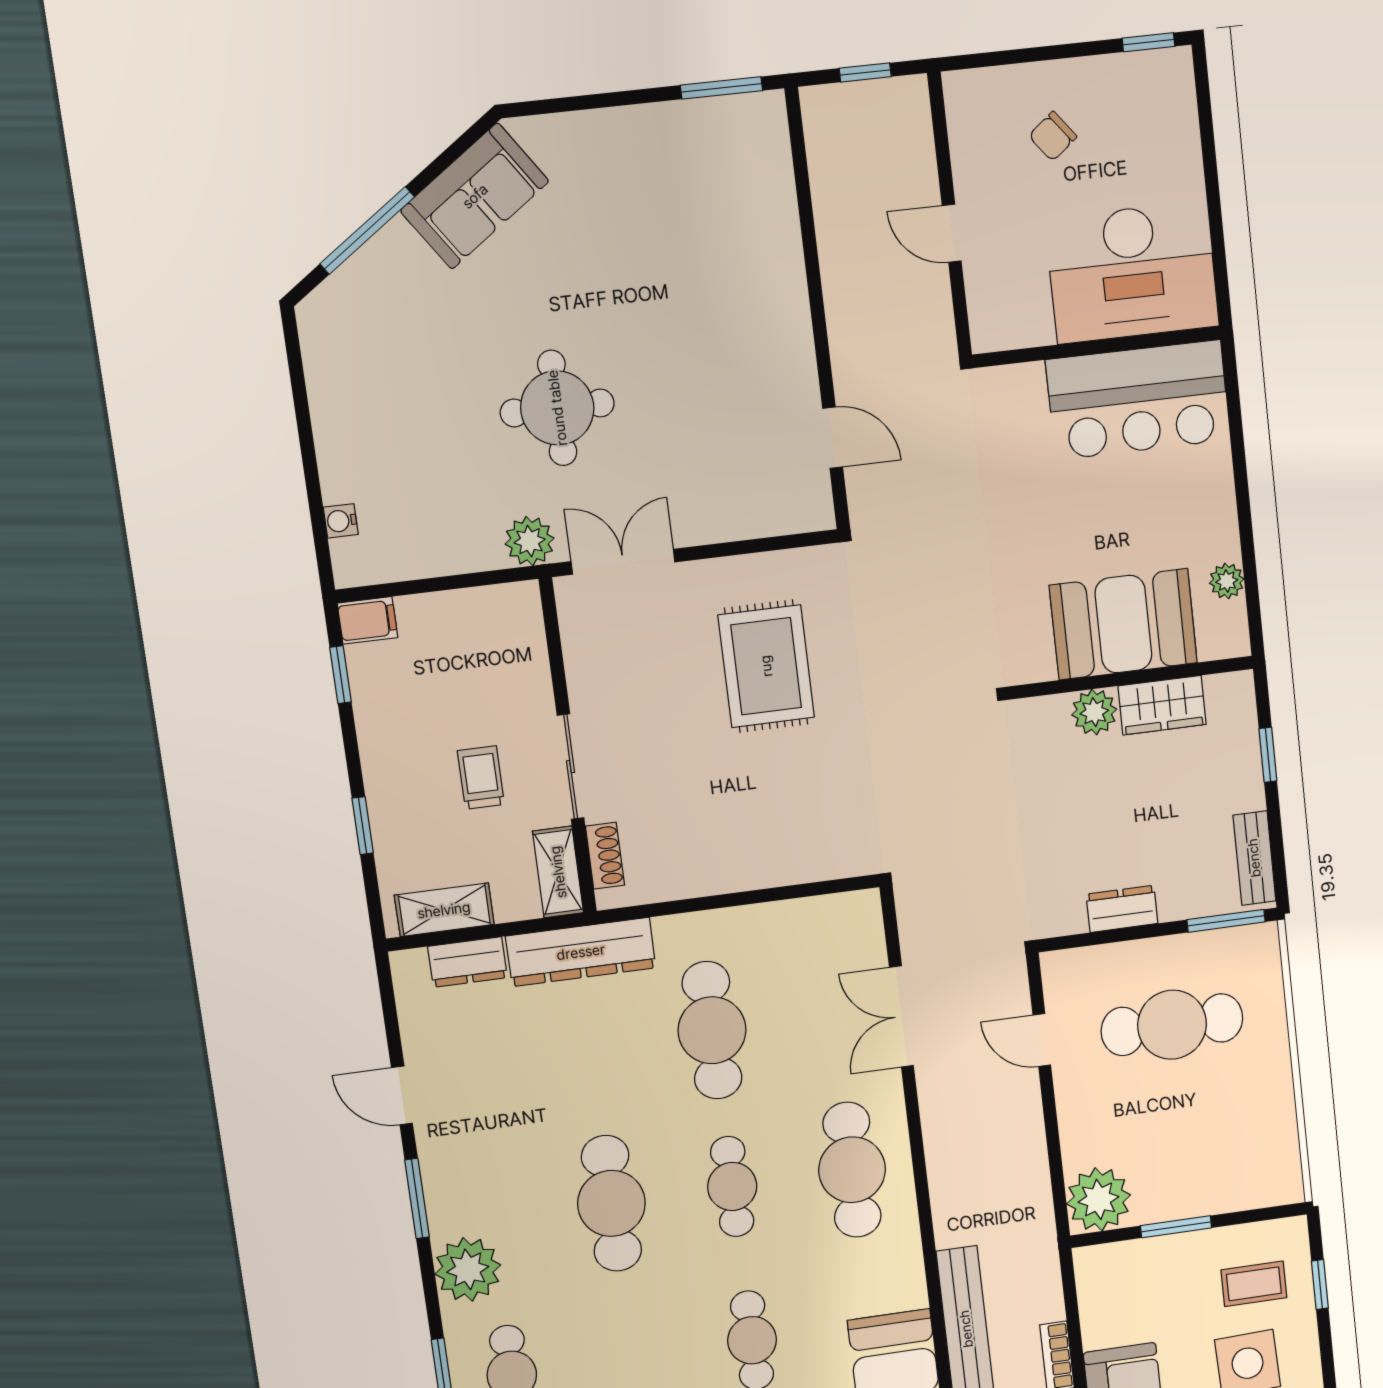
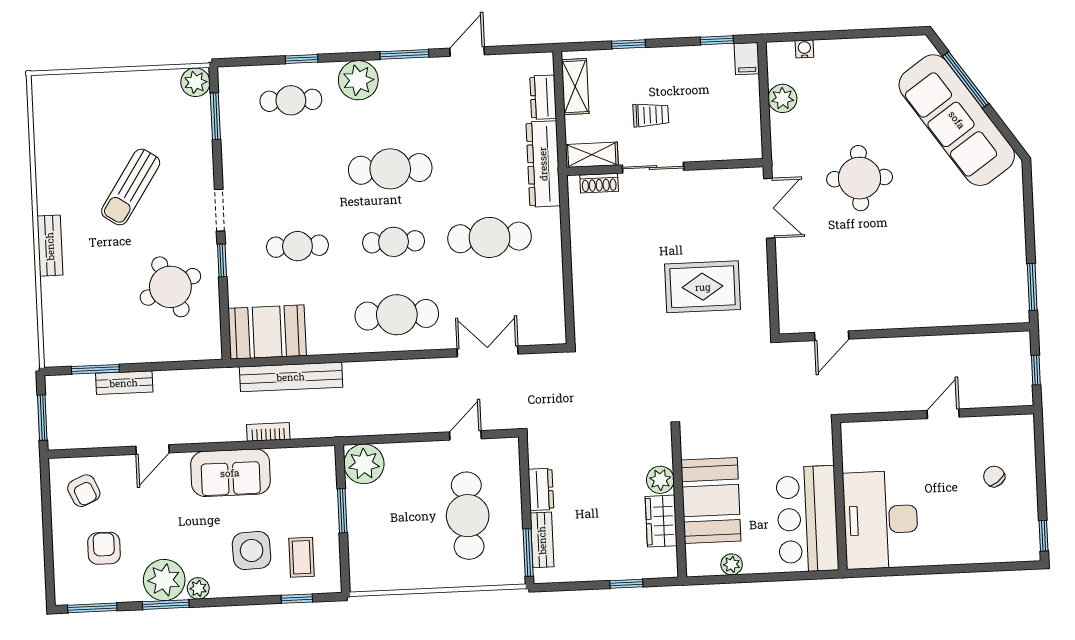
sofa: (475, 196) -> (957, 120), width x1.85, depth x1.27
desk: (1132, 272) -> (881, 520), moved
wall: (1097, 347) -> (839, 496), moved
bar counter: (1138, 400) -> (807, 519), moved
plant: (530, 541) -> (782, 98), moved
bench: (1254, 858) -> (542, 540), moved, turned 90

